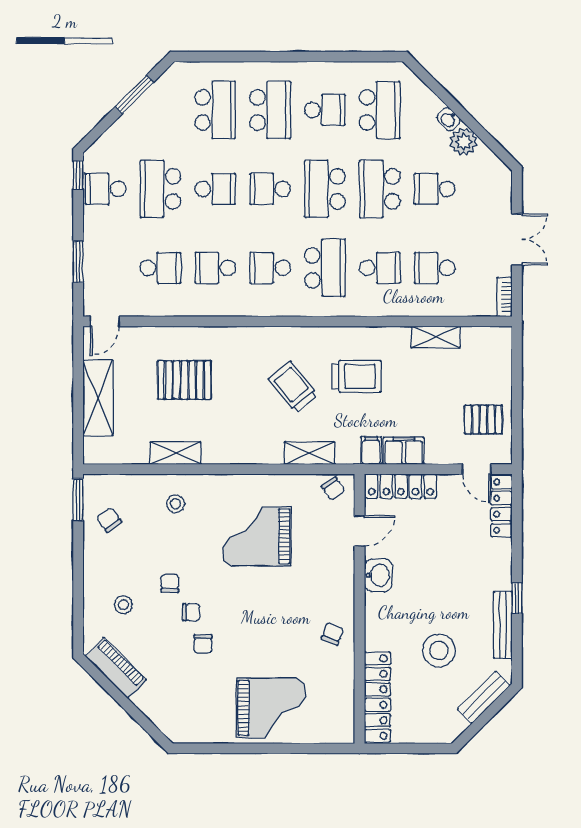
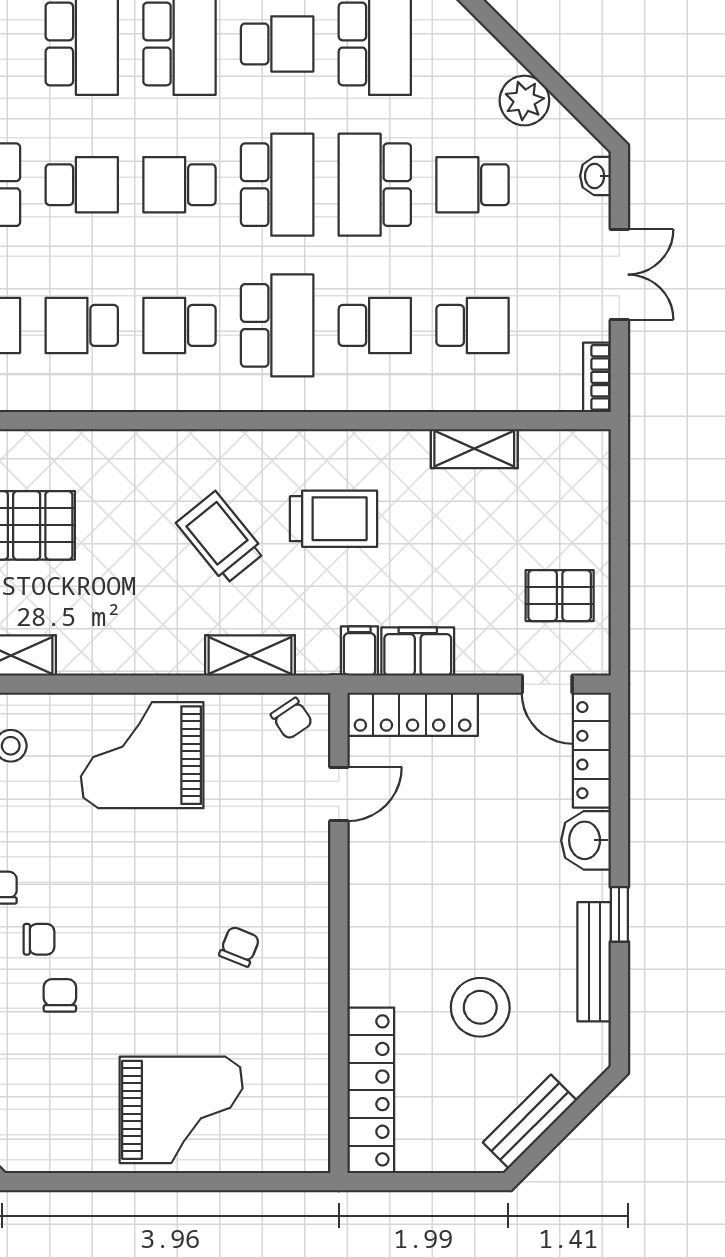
washbasin: (449, 119) -> (595, 176), moved, turned 45
school desk: (325, 189) -> (277, 185), turned 180
school desk: (435, 268) -> (473, 325), turned 180
grand piano: (257, 536) -> (142, 755), moved
washbasin: (378, 575) -> (586, 840), moved, turned 180
chair: (333, 634) -> (239, 946), moved
chair: (203, 644) -> (60, 995), turned 180
bench: (484, 697) -> (530, 1121), moved

